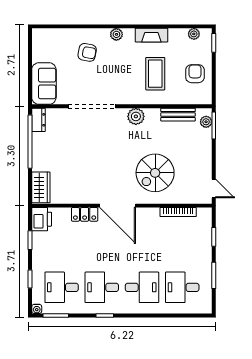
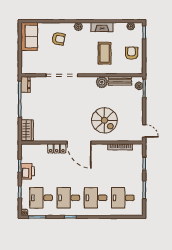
sofa: (44, 84) -> (29, 37), moved
plant: (136, 116) -> (102, 82), moved
spiral stairs: (155, 173) -> (104, 120), turned -90
printer: (42, 219) -> (28, 171), moved
desk: (142, 287) -> (96, 198), turned 180

